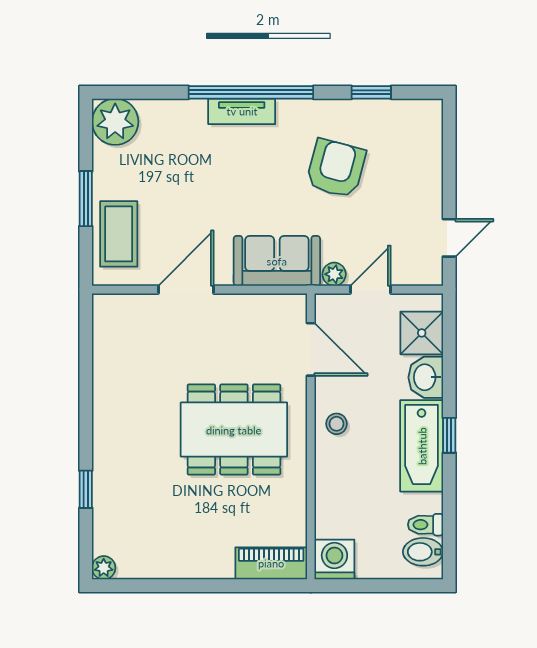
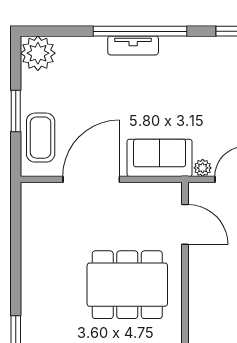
armchair: (336, 168) -> (204, 88), removed
door: (186, 290) -> (91, 179), width x1.36
stool: (337, 424) -> (204, 280), removed

